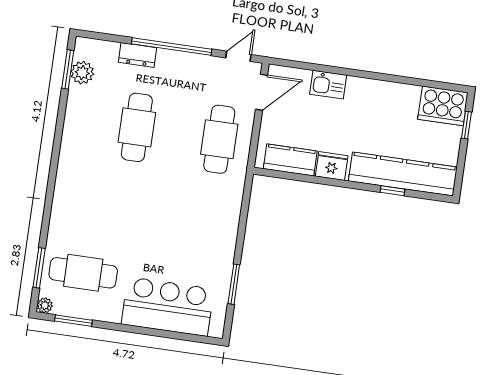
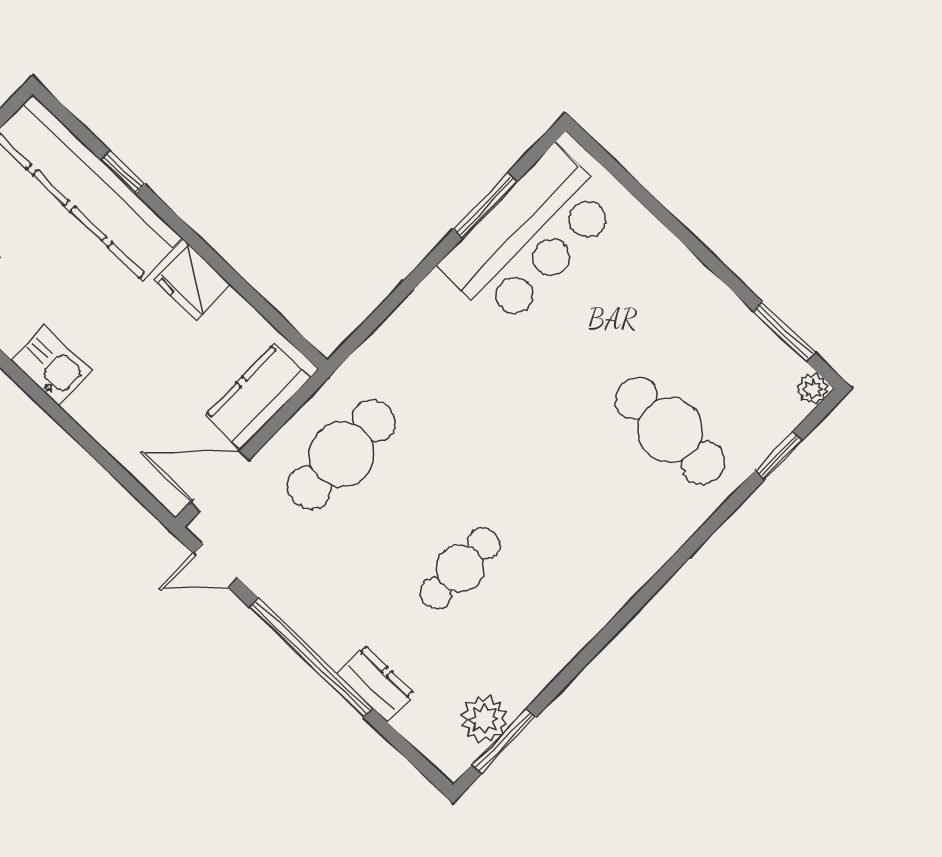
kitchen sink: (328, 85) -> (51, 365), moved
cafe table: (137, 127) -> (460, 568), width x0.73, depth x0.74
kitchen counter: (290, 160) -> (257, 397), moved, turned 90
window: (39, 268) -> (778, 456), width x0.67
cafe table: (83, 273) -> (670, 431), moved
bar counter: (168, 307) -> (530, 237), moved, turned -90

